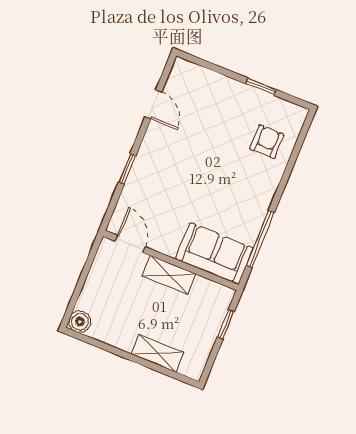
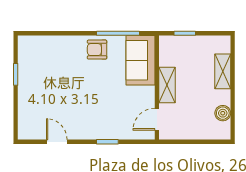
door: (153, 104) -> (57, 142), hinge flipped
armchair: (267, 142) -> (97, 50), moved
boiler: (80, 322) -> (223, 113), moved

